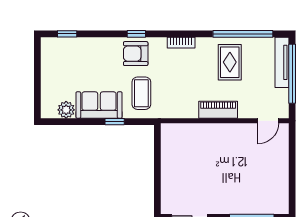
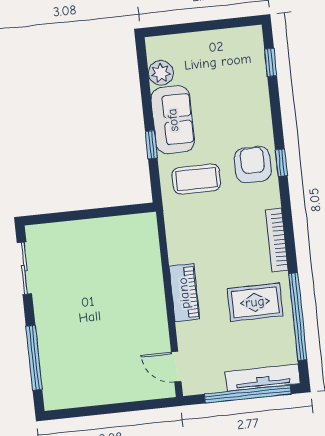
bookcase: (181, 43) -> (277, 240), width x1.56

